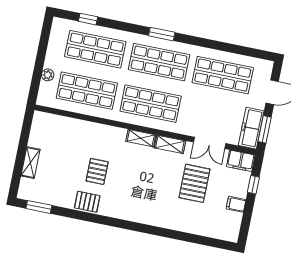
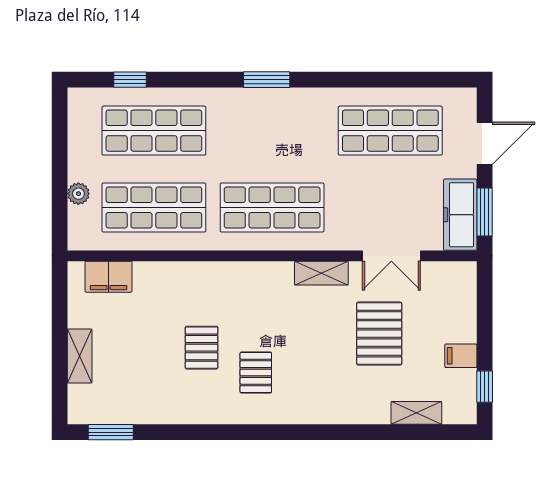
shop shelf: (159, 62) -> (272, 131), removed
shelving: (141, 138) -> (416, 413), moved
filing cabinet: (241, 161) -> (109, 277), moved
window: (253, 185) -> (485, 387), moved
pallet: (87, 202) -> (256, 372), moved, turned 90

